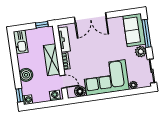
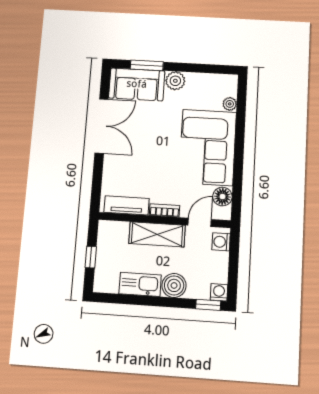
double door: (90, 18) -> (102, 126), moved
window: (42, 25) -> (91, 257), moved
window: (146, 33) -> (147, 65), width x0.69
kitchen sink: (21, 42) -> (140, 284), moved
sliding door: (152, 71) -> (212, 69), removed

